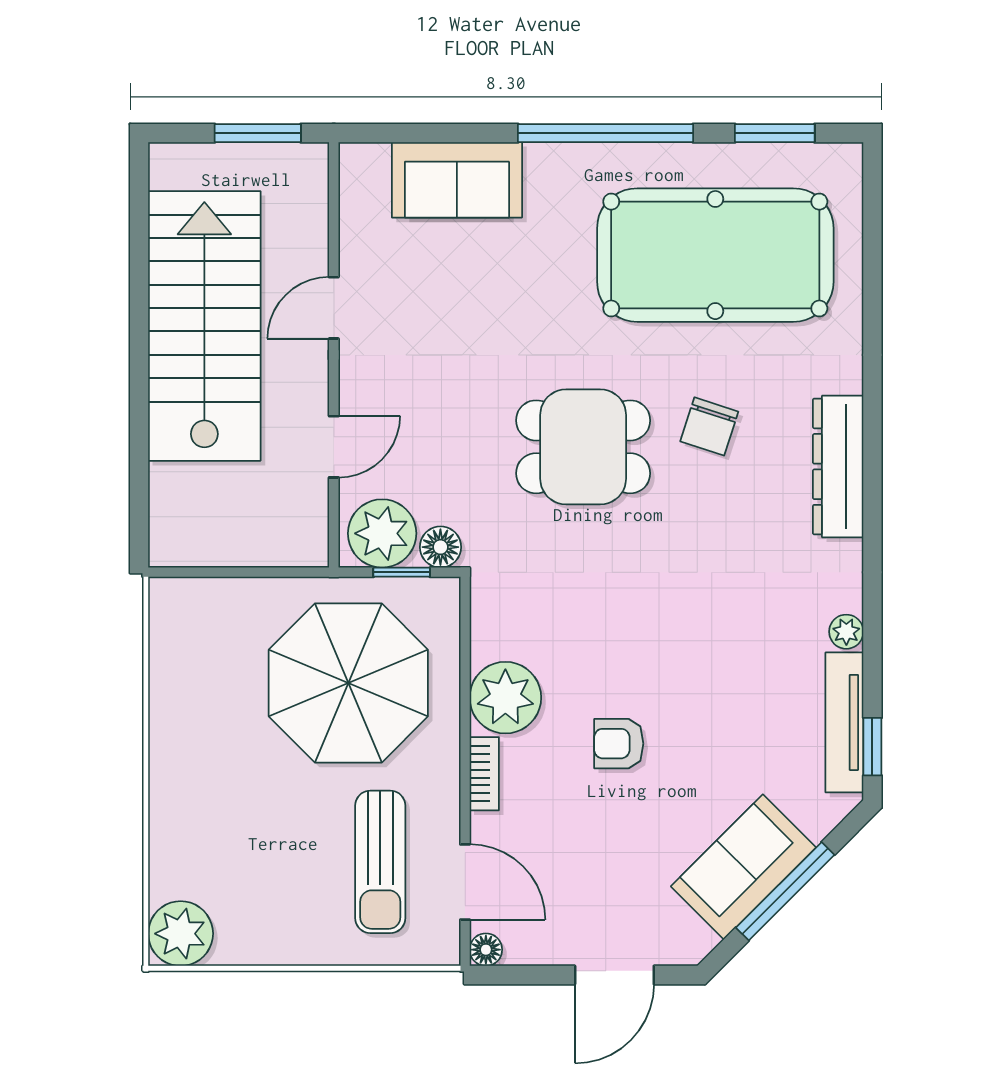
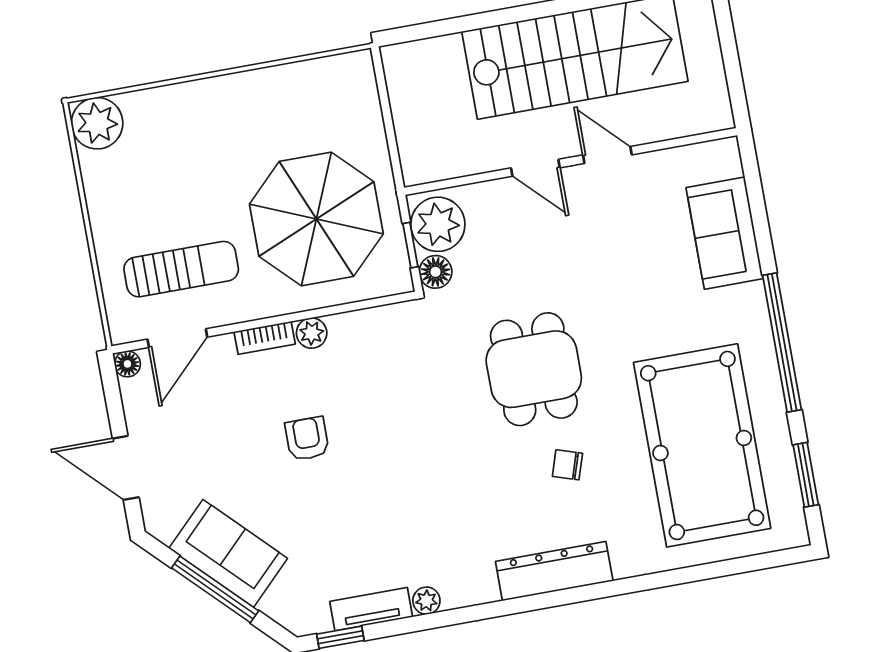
window: (258, 133) -> (733, 71), removed
chair: (709, 426) -> (567, 465), width x0.73, depth x0.73
door: (334, 447) -> (535, 168), moved
plant: (505, 698) -> (312, 333), width x0.53, depth x0.53
tv unit: (844, 722) -> (371, 609), width x0.71
sun lounger: (380, 862) -> (181, 269), turned 180

